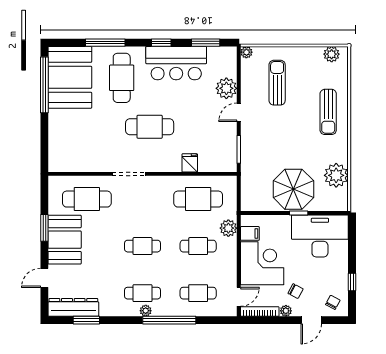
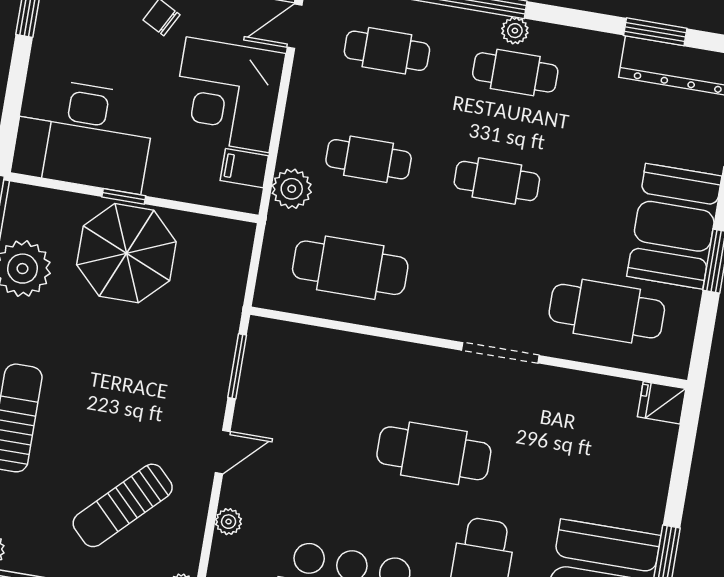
sun lounger: (277, 83) -> (123, 505), turned 45
plant: (226, 88) -> (229, 522), width x0.53, depth x0.53
fridge: (190, 163) -> (662, 403), moved, turned 90

